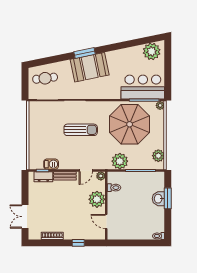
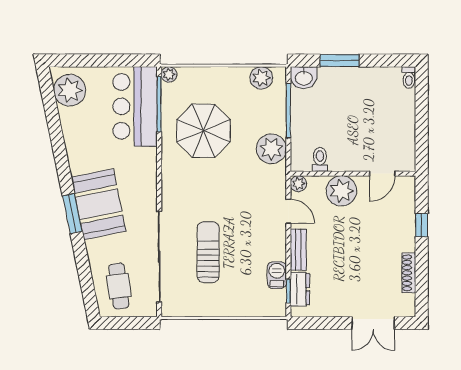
parasol: (130, 124) -> (204, 131), width x0.73, depth x0.73
sun lounger: (81, 130) -> (208, 252), moved
washbasin: (158, 199) -> (304, 78), moved

